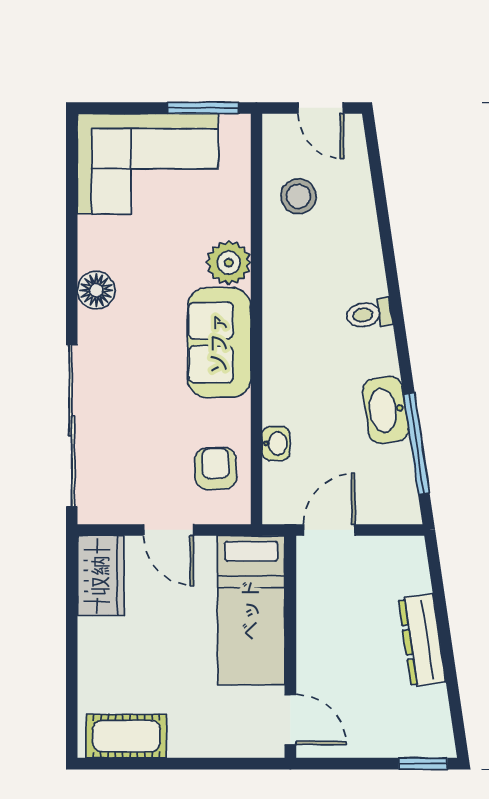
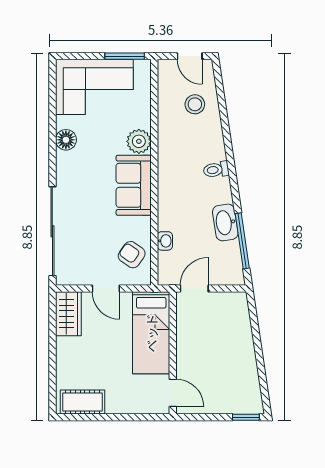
stool: (298, 196) -> (195, 104), moved
floor lamp: (96, 290) -> (66, 140), moved
armchair: (216, 469) -> (132, 255), turned -53
dresser: (422, 640) -> (245, 349), removed

